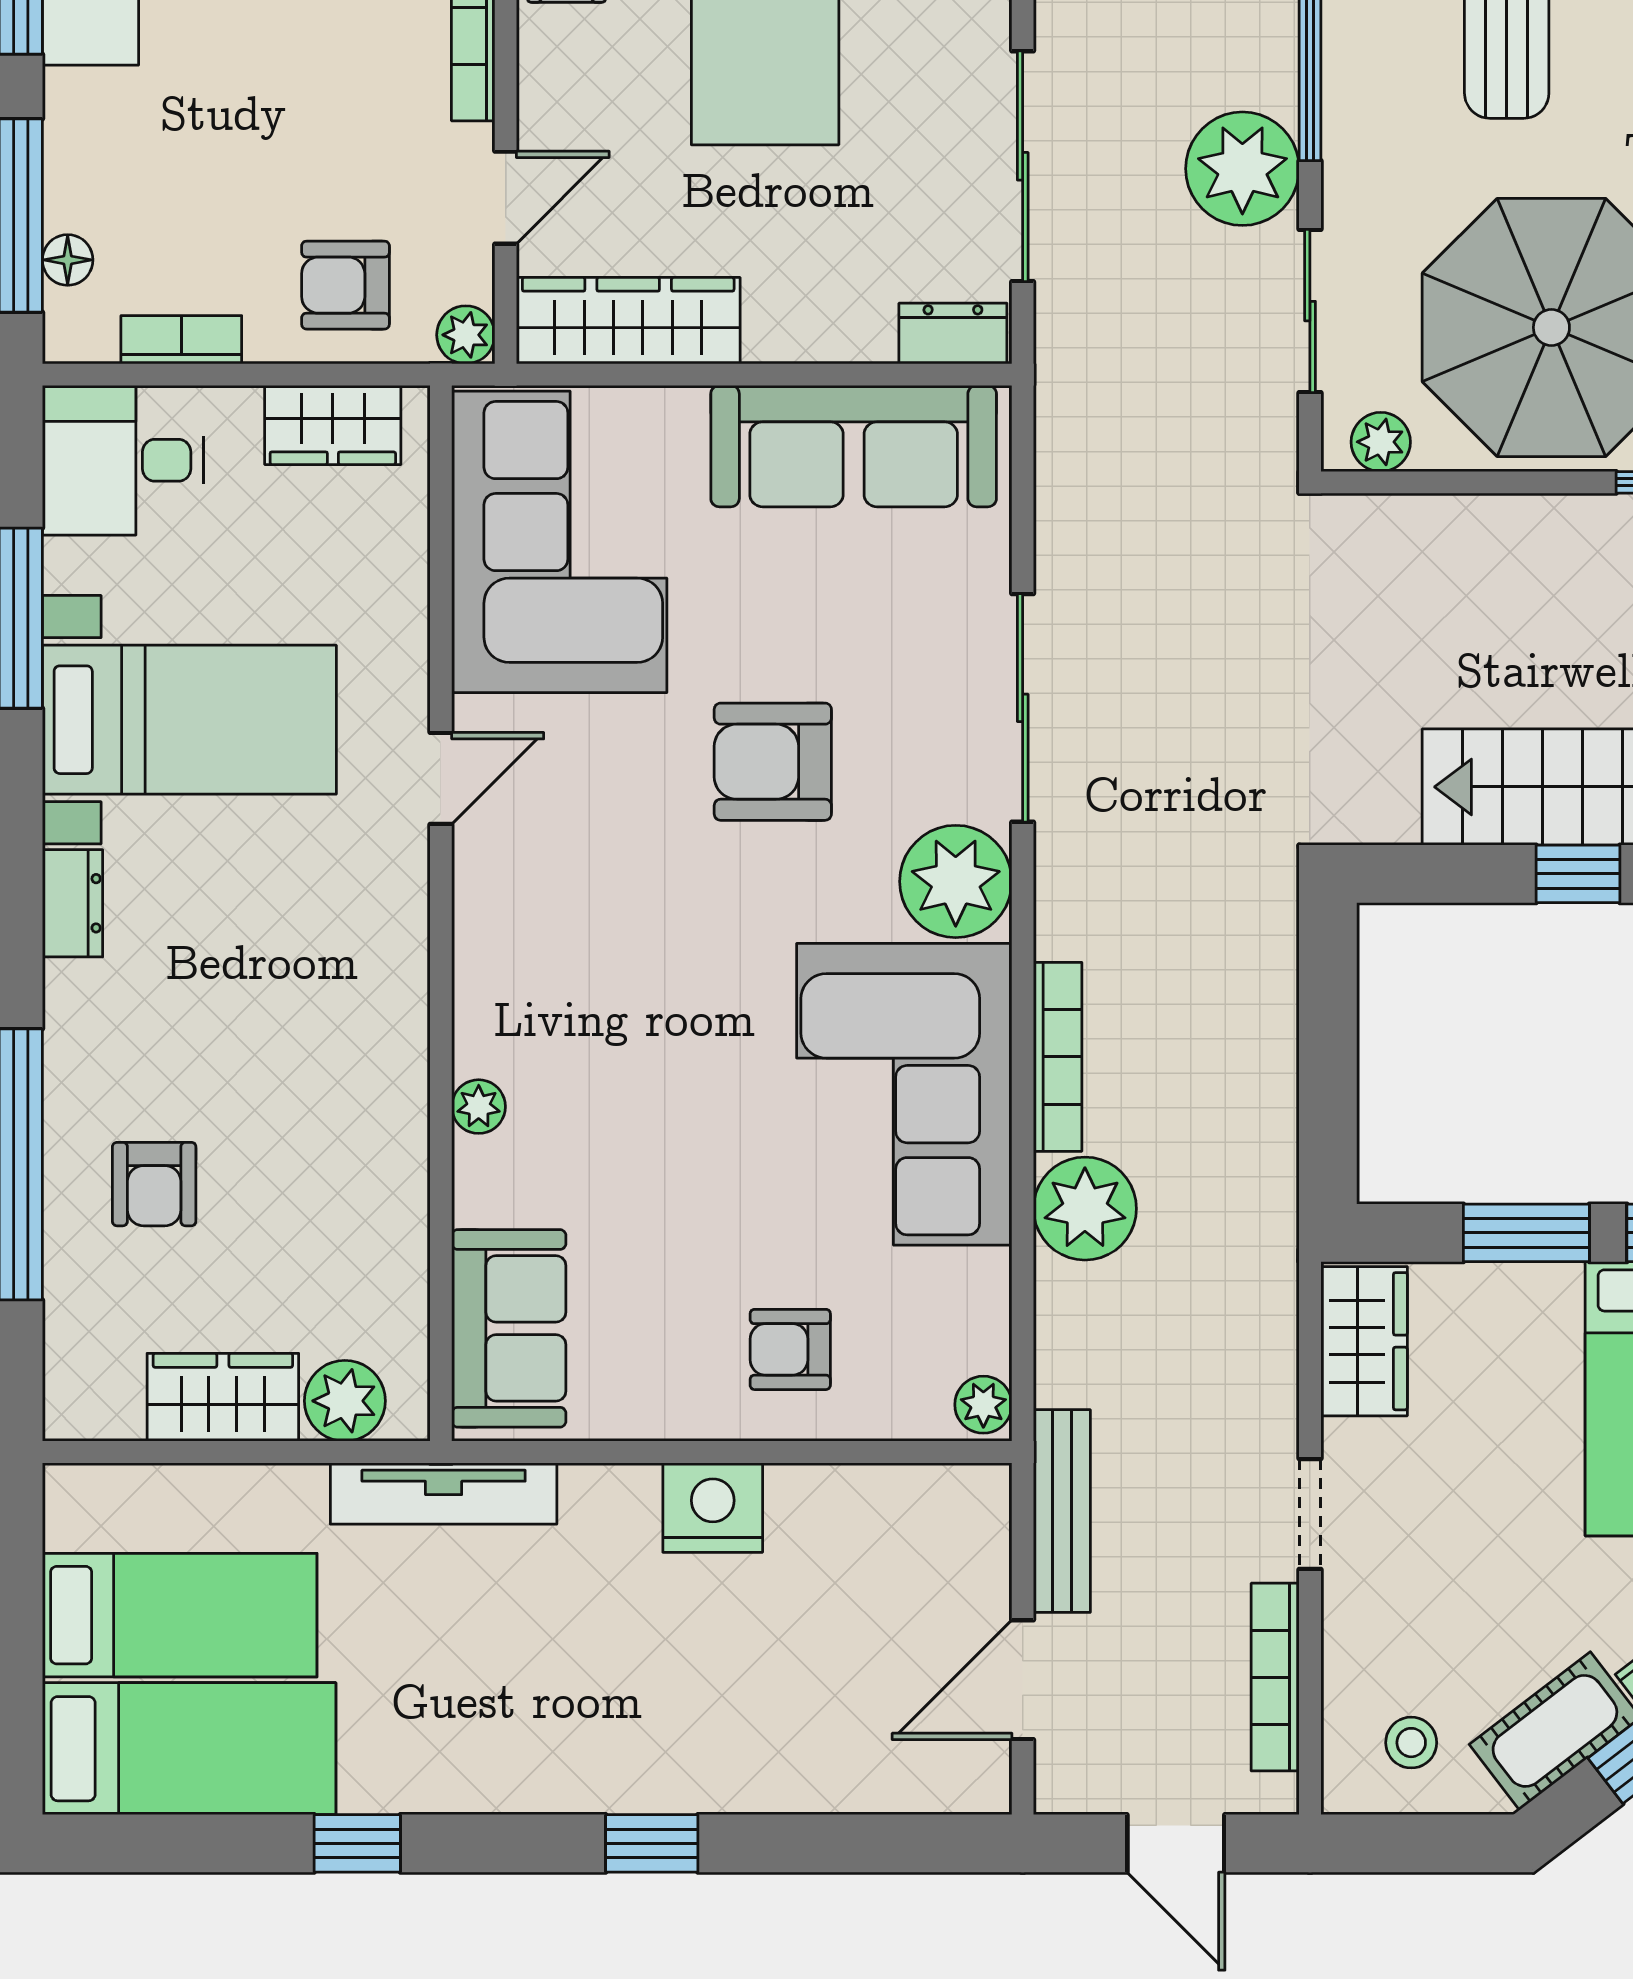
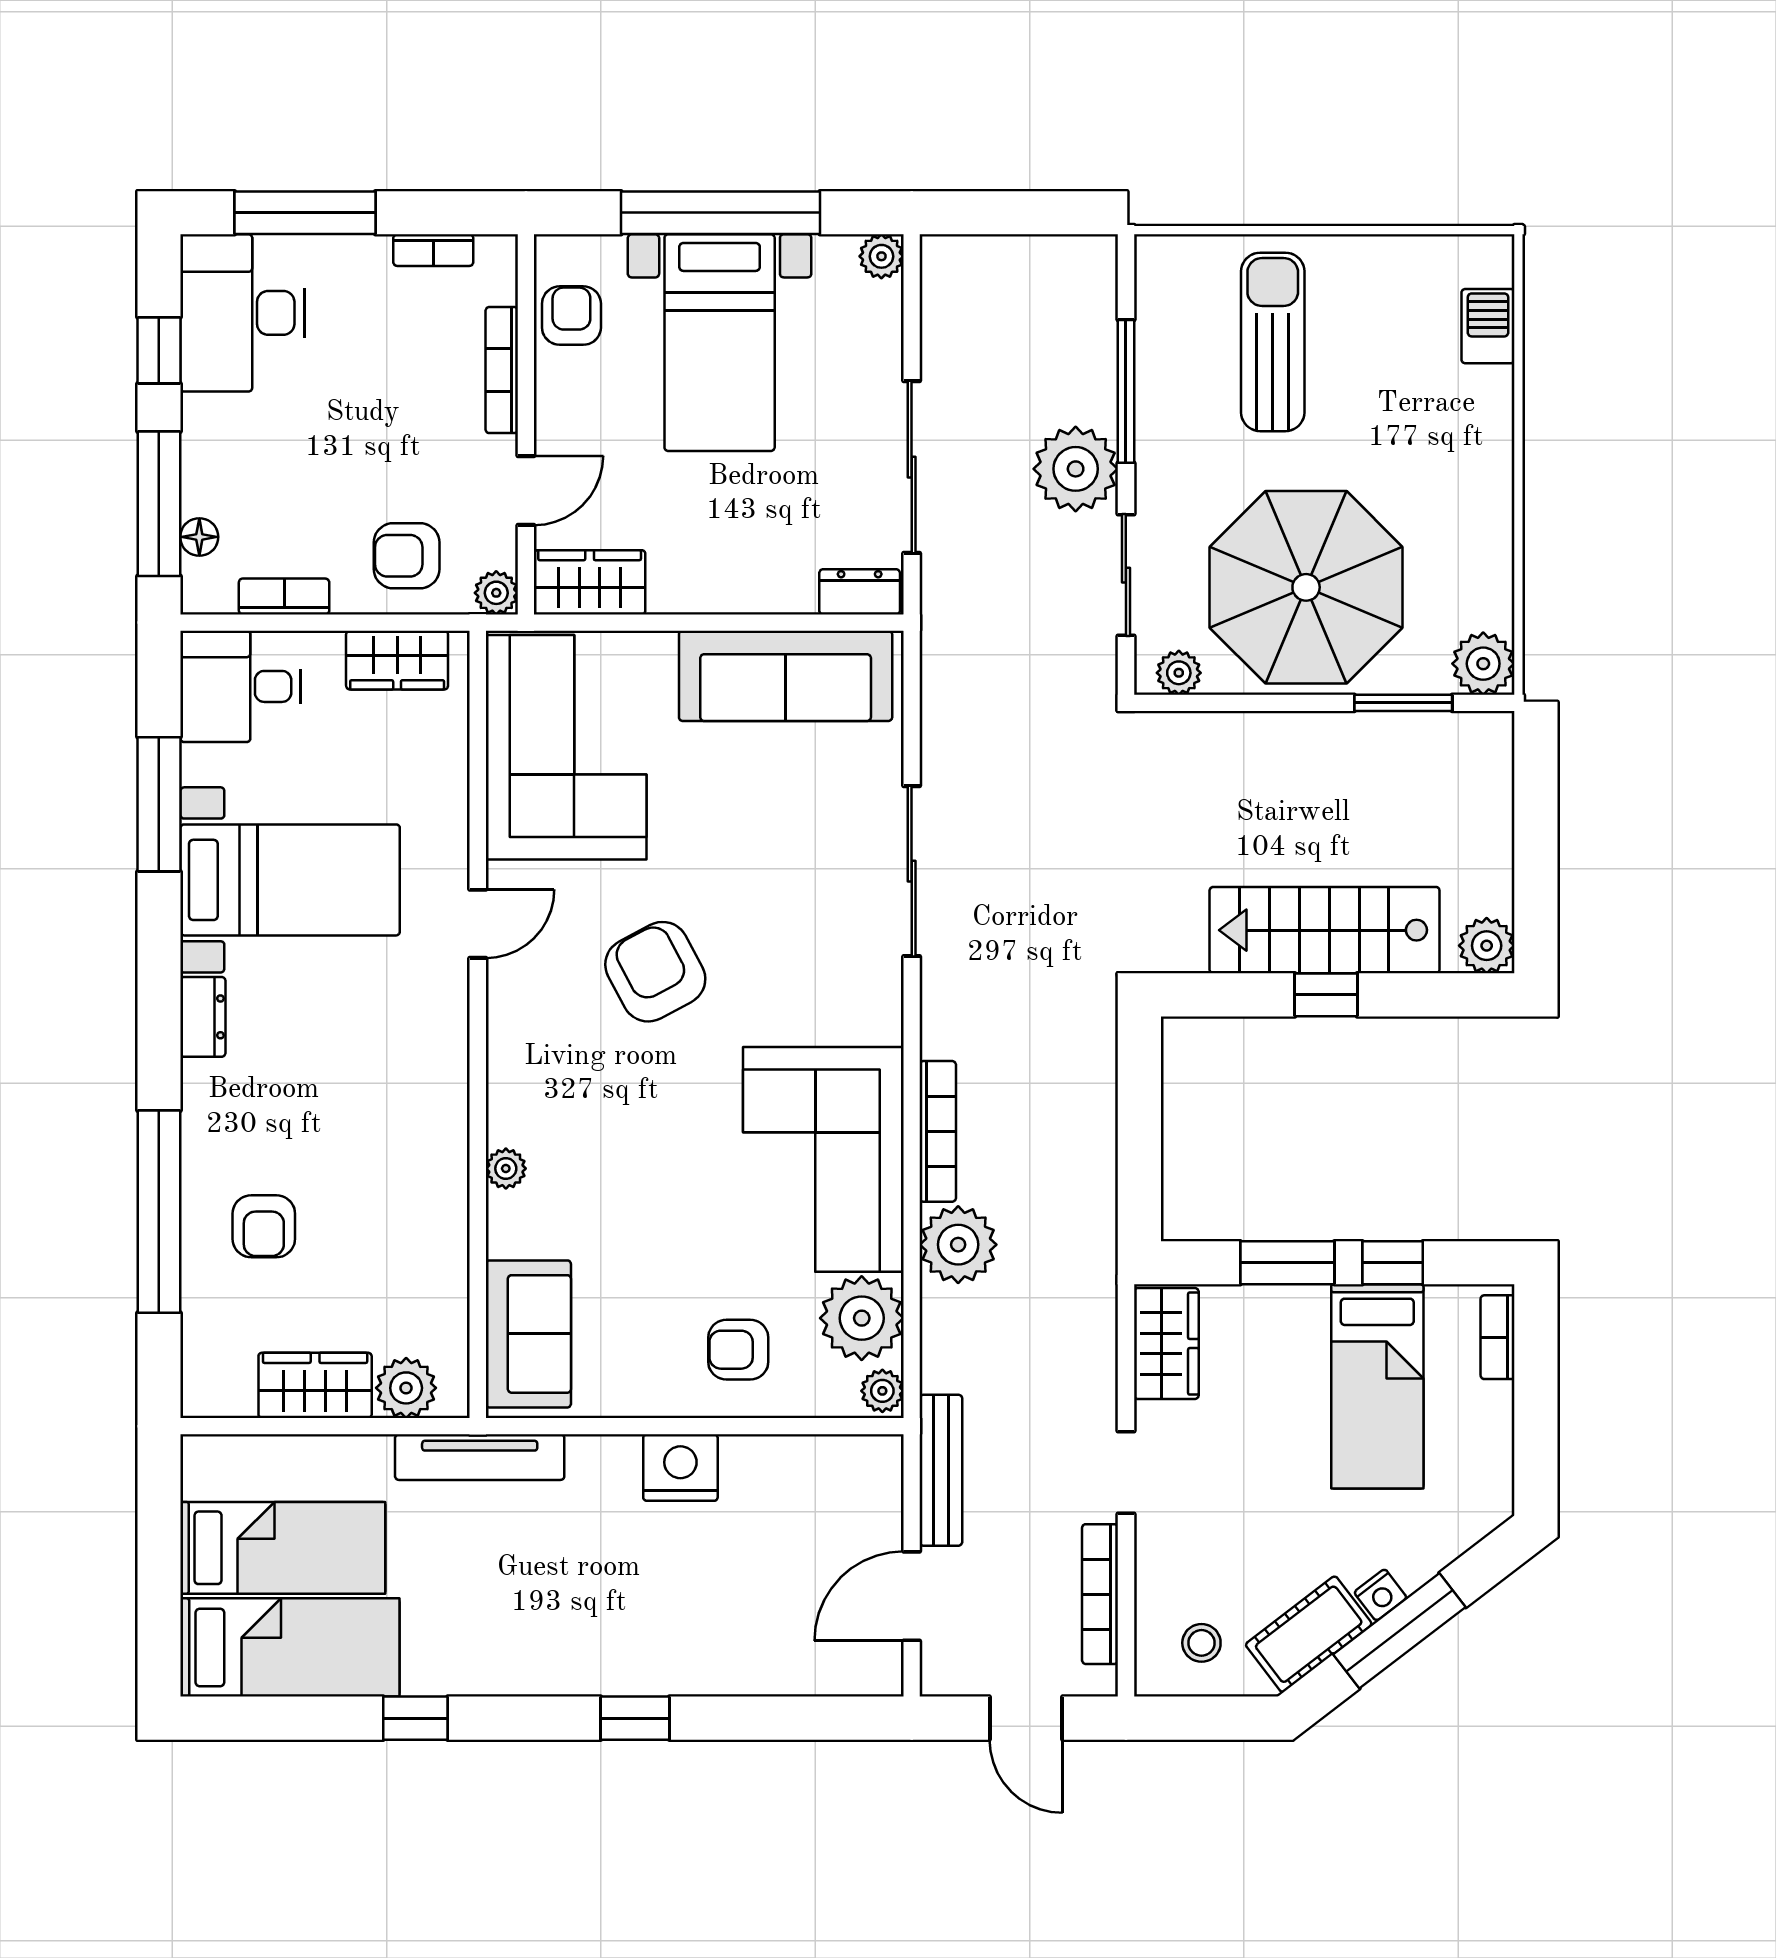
wardrobe: (628, 321) -> (590, 582), width x0.67
armchair: (773, 762) -> (655, 972), moved, turned 62
plant: (956, 881) -> (862, 1318), moved

